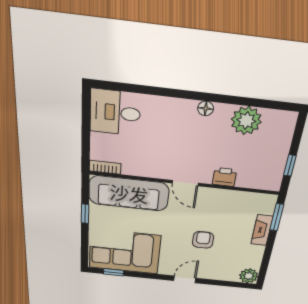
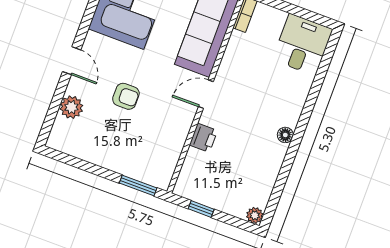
plant: (246, 121) -> (255, 215), moved, width x0.53, depth x0.53
fireplace: (262, 230) -> (124, 166), removed
plant: (249, 276) -> (71, 107), moved

